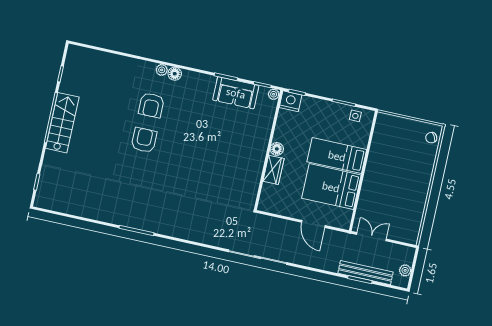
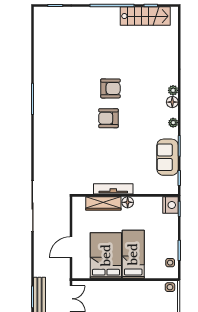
plant: (274, 94) -> (173, 123), moved
armchair: (151, 105) -> (108, 118), moved
side table: (383, 122) -> (170, 287), added
stairs: (62, 123) -> (145, 16), moved
tv unit: (258, 162) -> (113, 189), added
wardrobe: (273, 170) -> (103, 203), width x1.50

